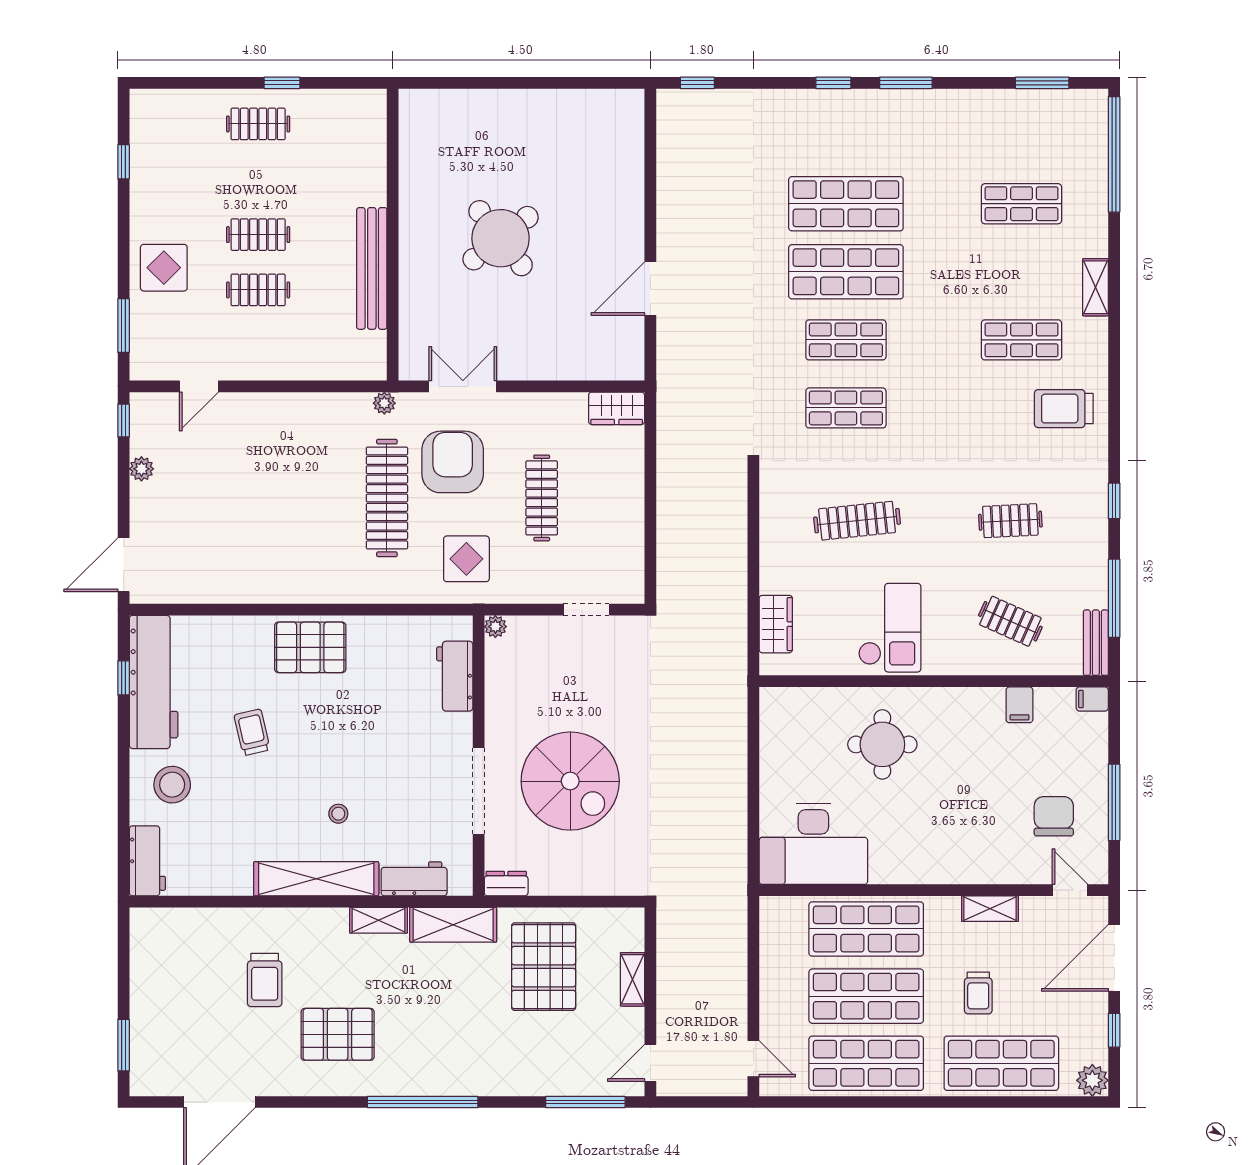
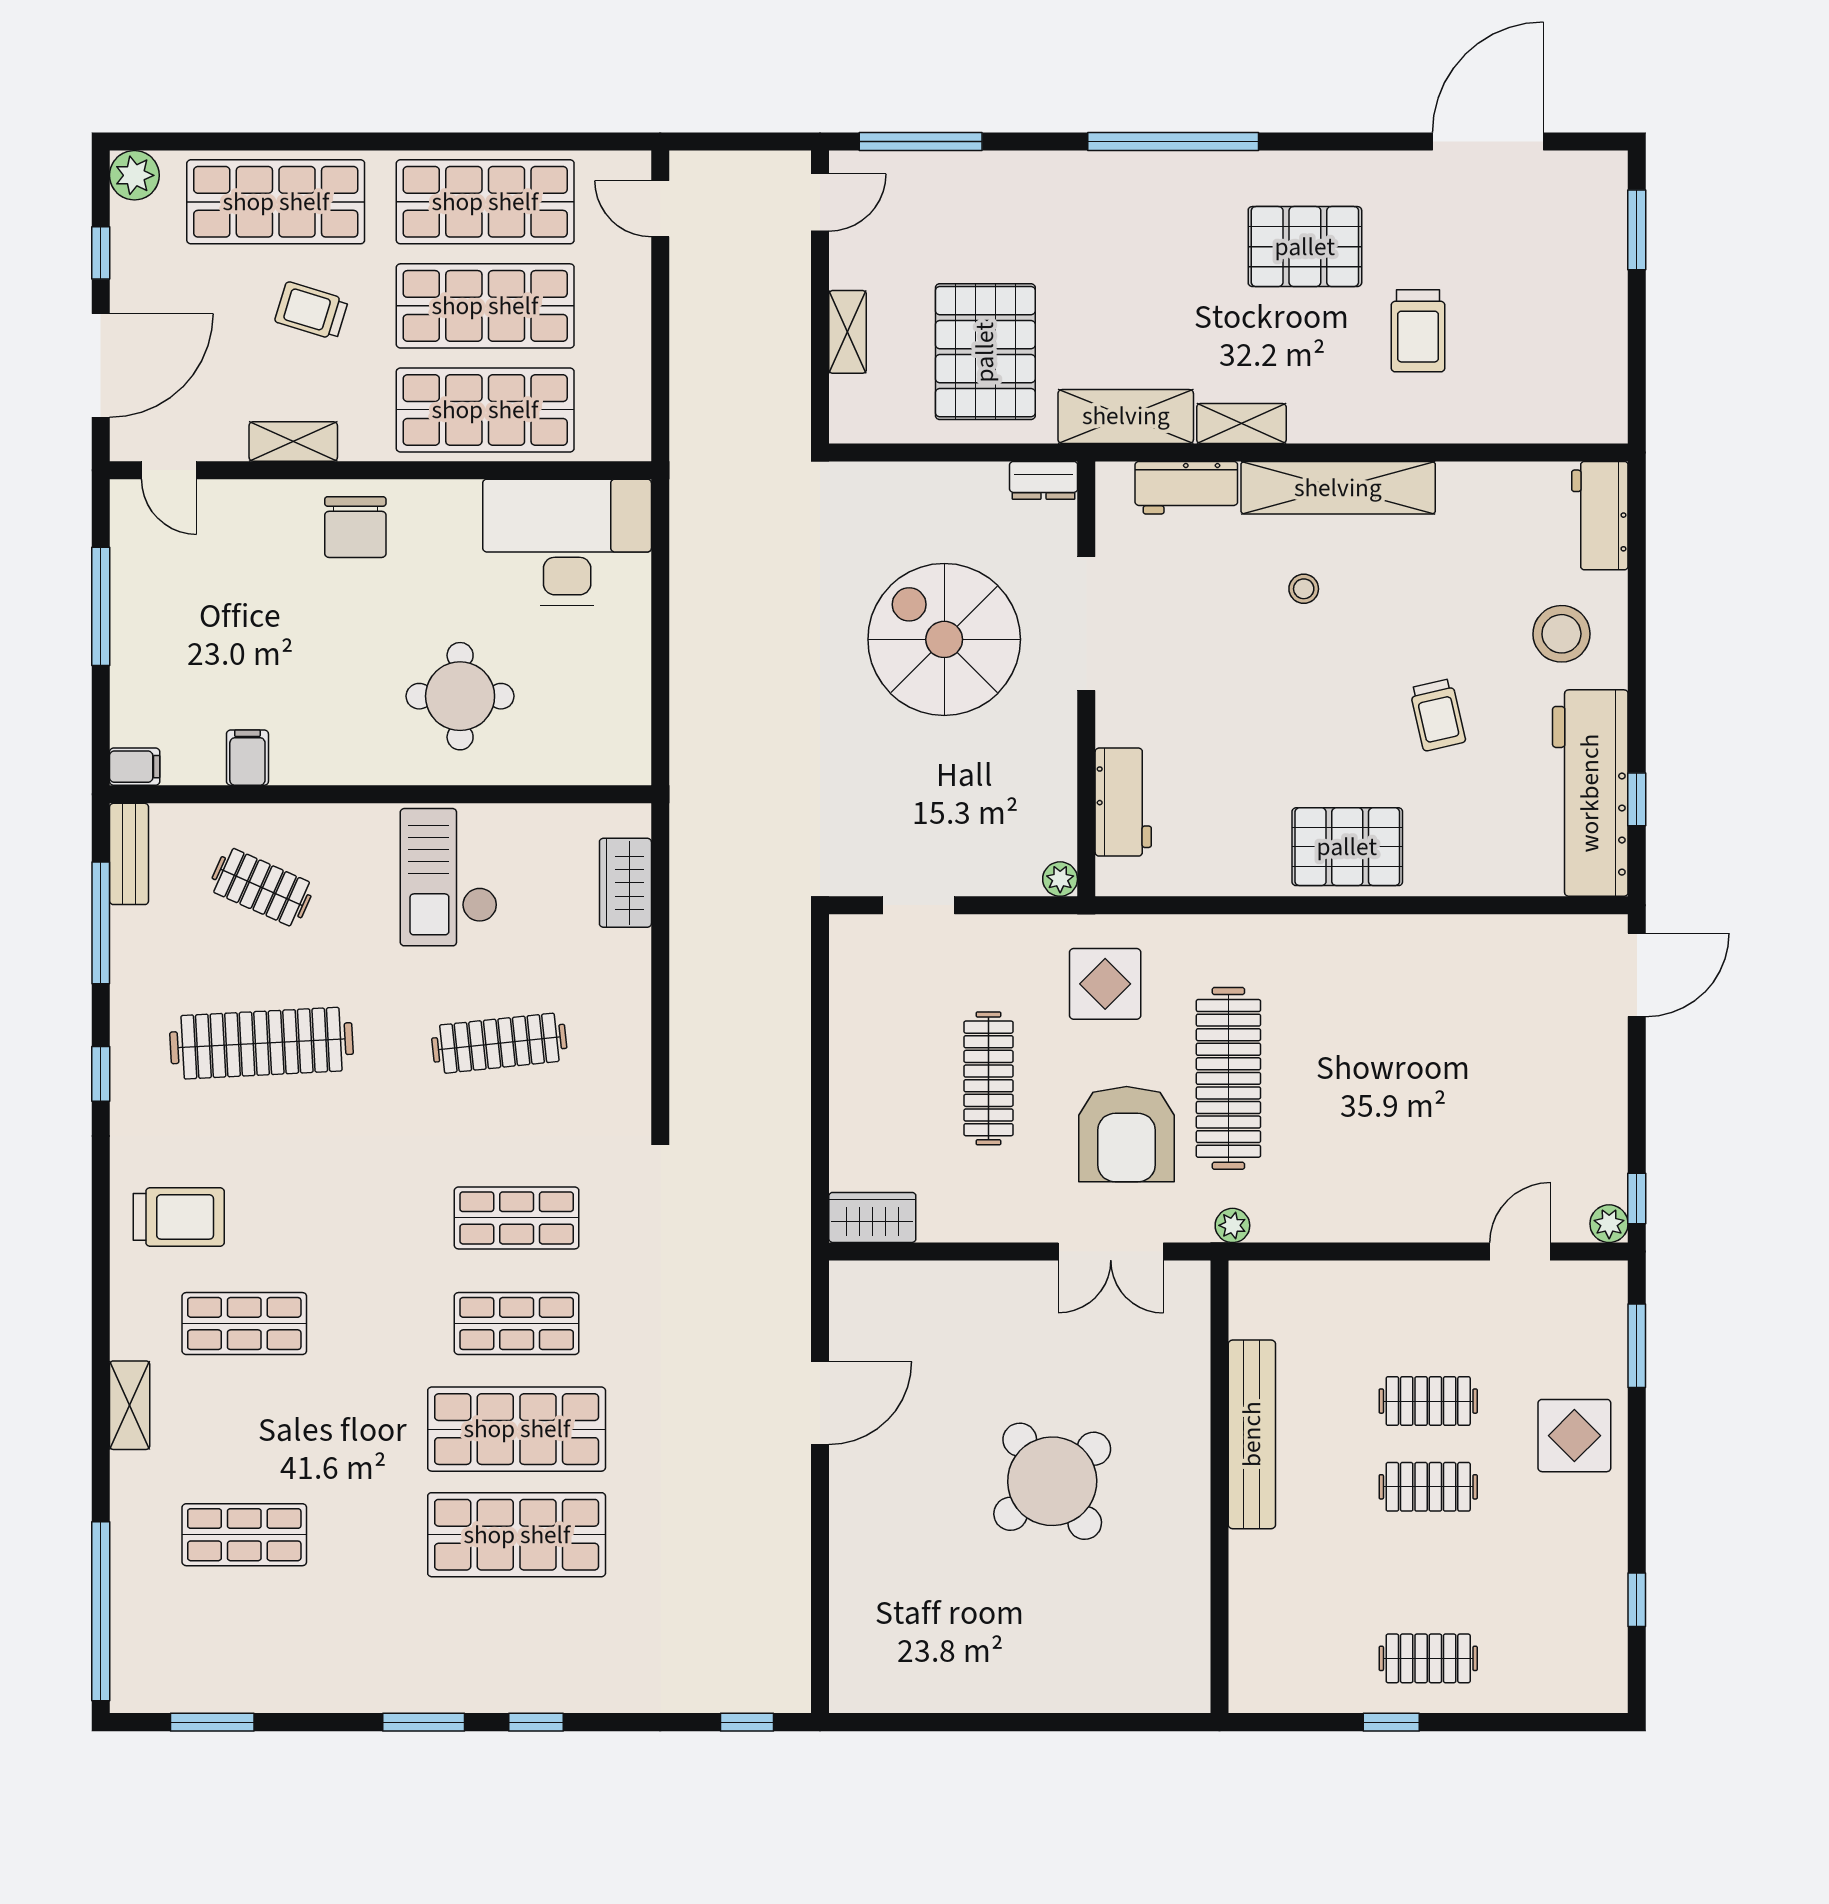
plant: (141, 469) -> (1609, 1224), moved
clothes rail: (1010, 521) -> (262, 1043), width x1.86, depth x1.31
chair: (1054, 816) -> (355, 527), moved
trolley: (265, 980) -> (1418, 331), turned 180
trolley: (978, 993) -> (311, 311), turned -73

